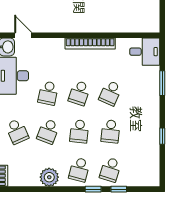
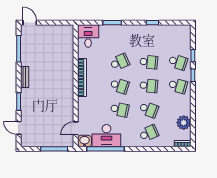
school desk: (110, 93) -> (120, 62), turned -48
plant: (49, 177) -> (184, 123), moved

